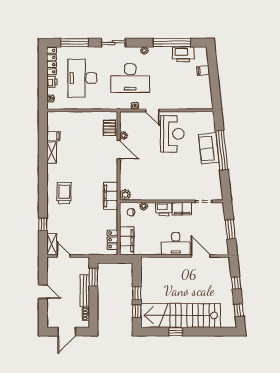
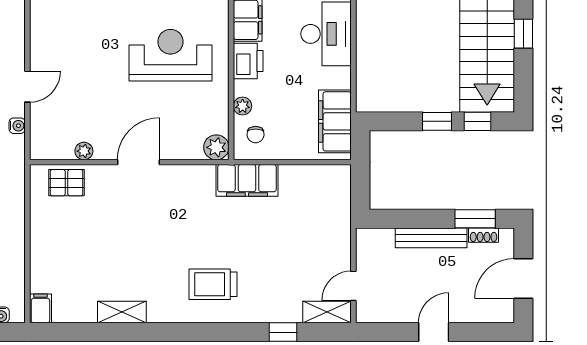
reception desk: (172, 134) -> (171, 55), moved
filing cabinet: (53, 136) -> (40, 308), moved
door: (119, 150) -> (138, 162), moved
filing cabinet: (110, 196) -> (247, 180), moved
locker: (112, 240) -> (317, 176), removed
filing cabinet: (127, 241) -> (335, 121), moved, turned -90
window: (93, 277) -> (475, 219), moved
door: (67, 332) -> (523, 278), swing flipped

